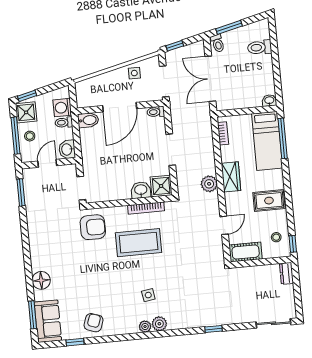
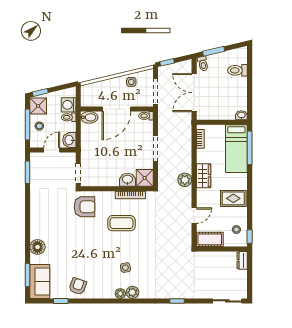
coffee table: (139, 243) -> (121, 223), width x0.73, depth x0.76

